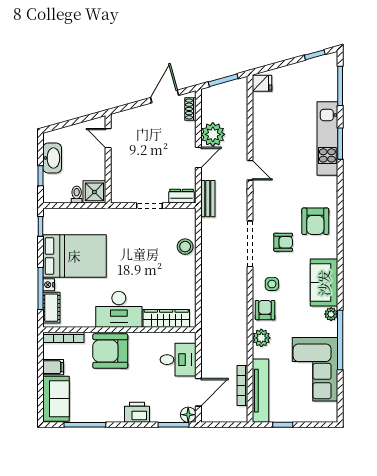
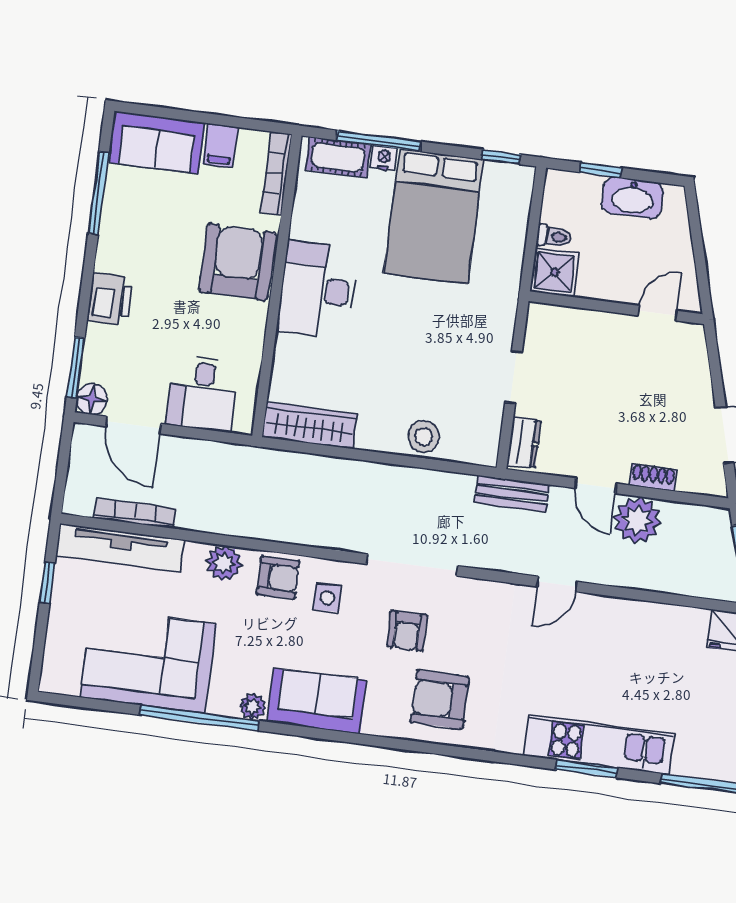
shoe rack: (190, 109) -> (653, 477), moved
wardrobe: (166, 318) -> (310, 425), moved, turned -90

